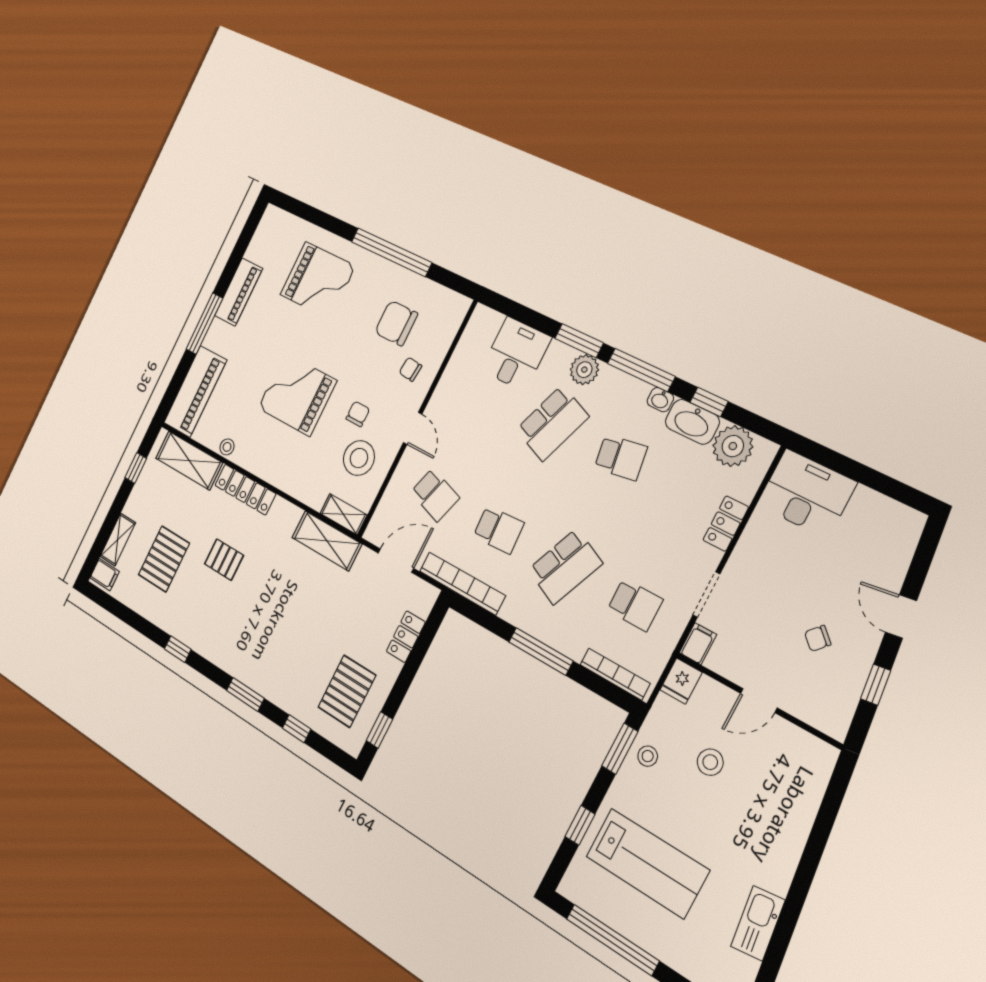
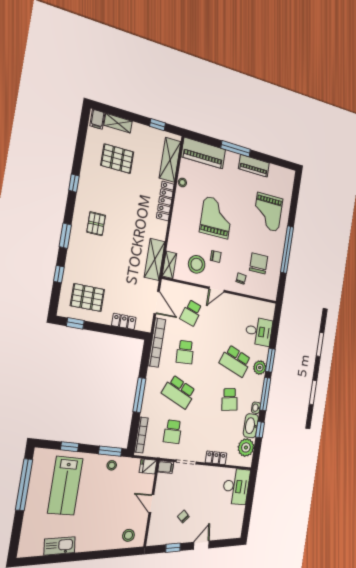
pallet: (224, 560) -> (96, 224), moved
stool: (710, 762) -> (128, 535), moved

